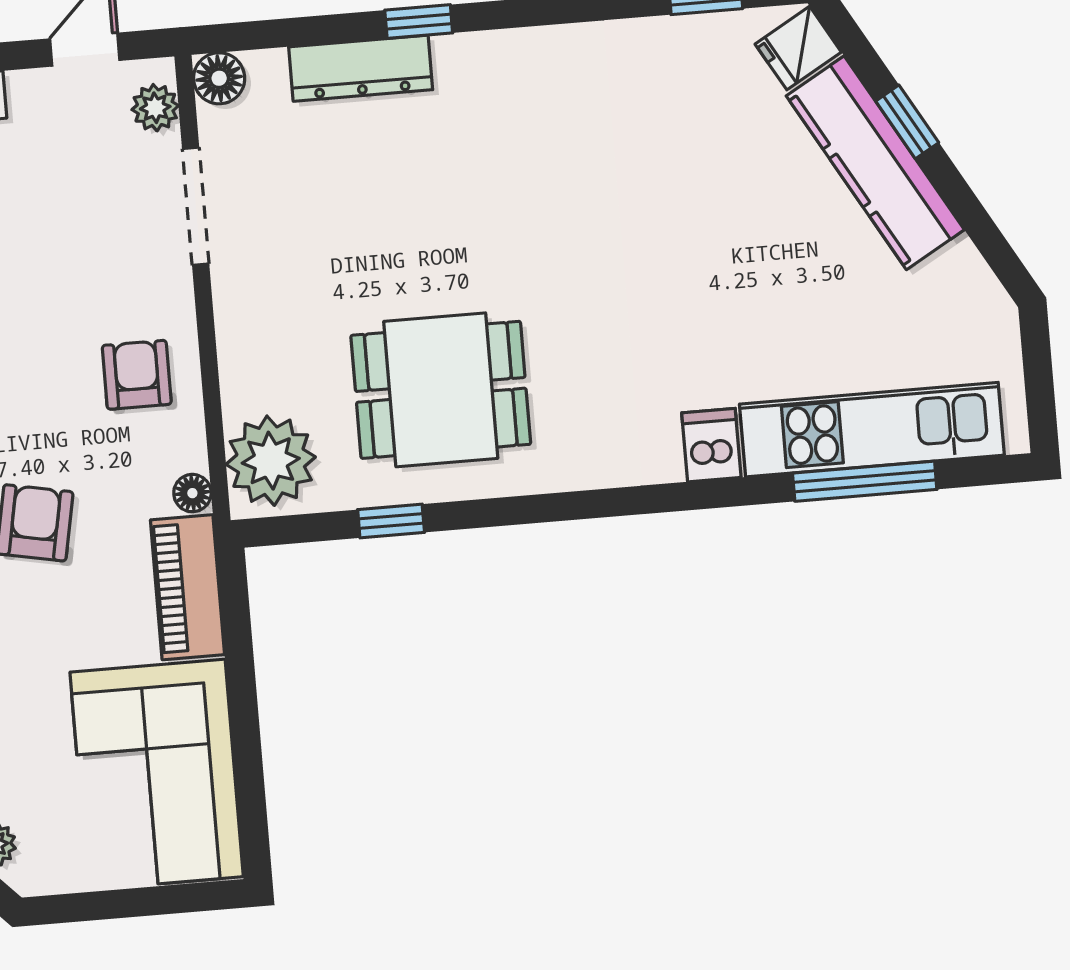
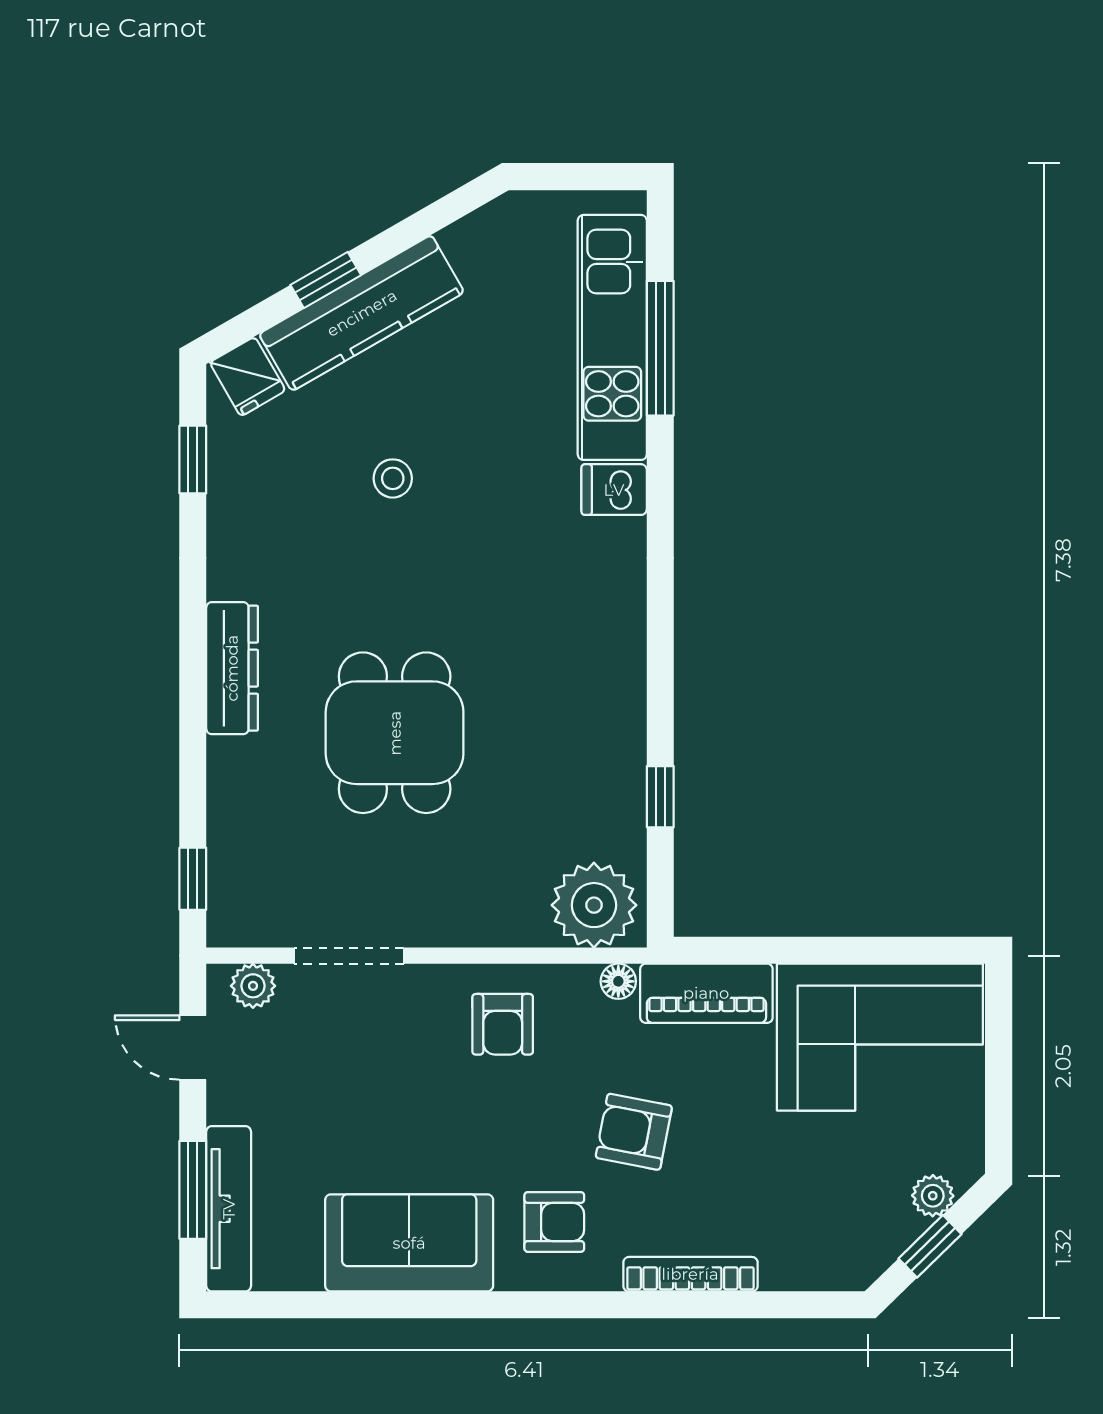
window: (419, 22) -> (193, 879), moved
dresser: (361, 68) -> (232, 668), moved
floor lamp: (219, 78) -> (230, 923), removed
stool: (704, 210) -> (393, 478), added
armchair: (137, 375) -> (503, 1024), turned -90
dining table: (441, 390) -> (395, 733), moved

